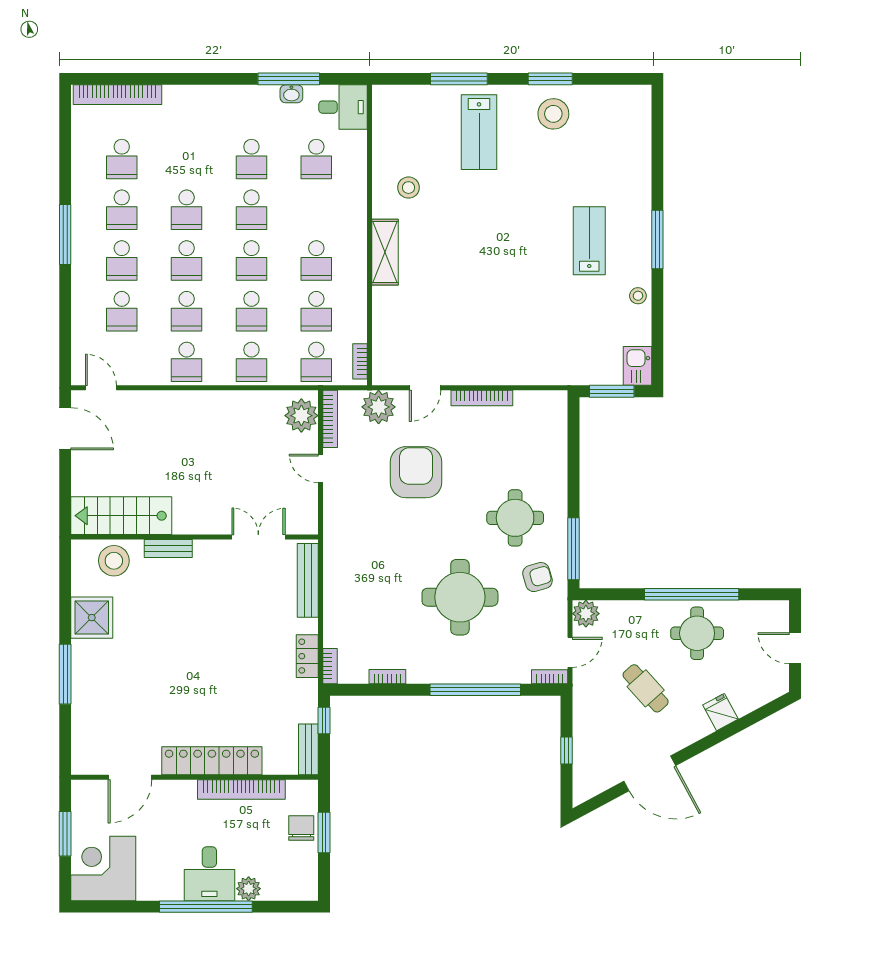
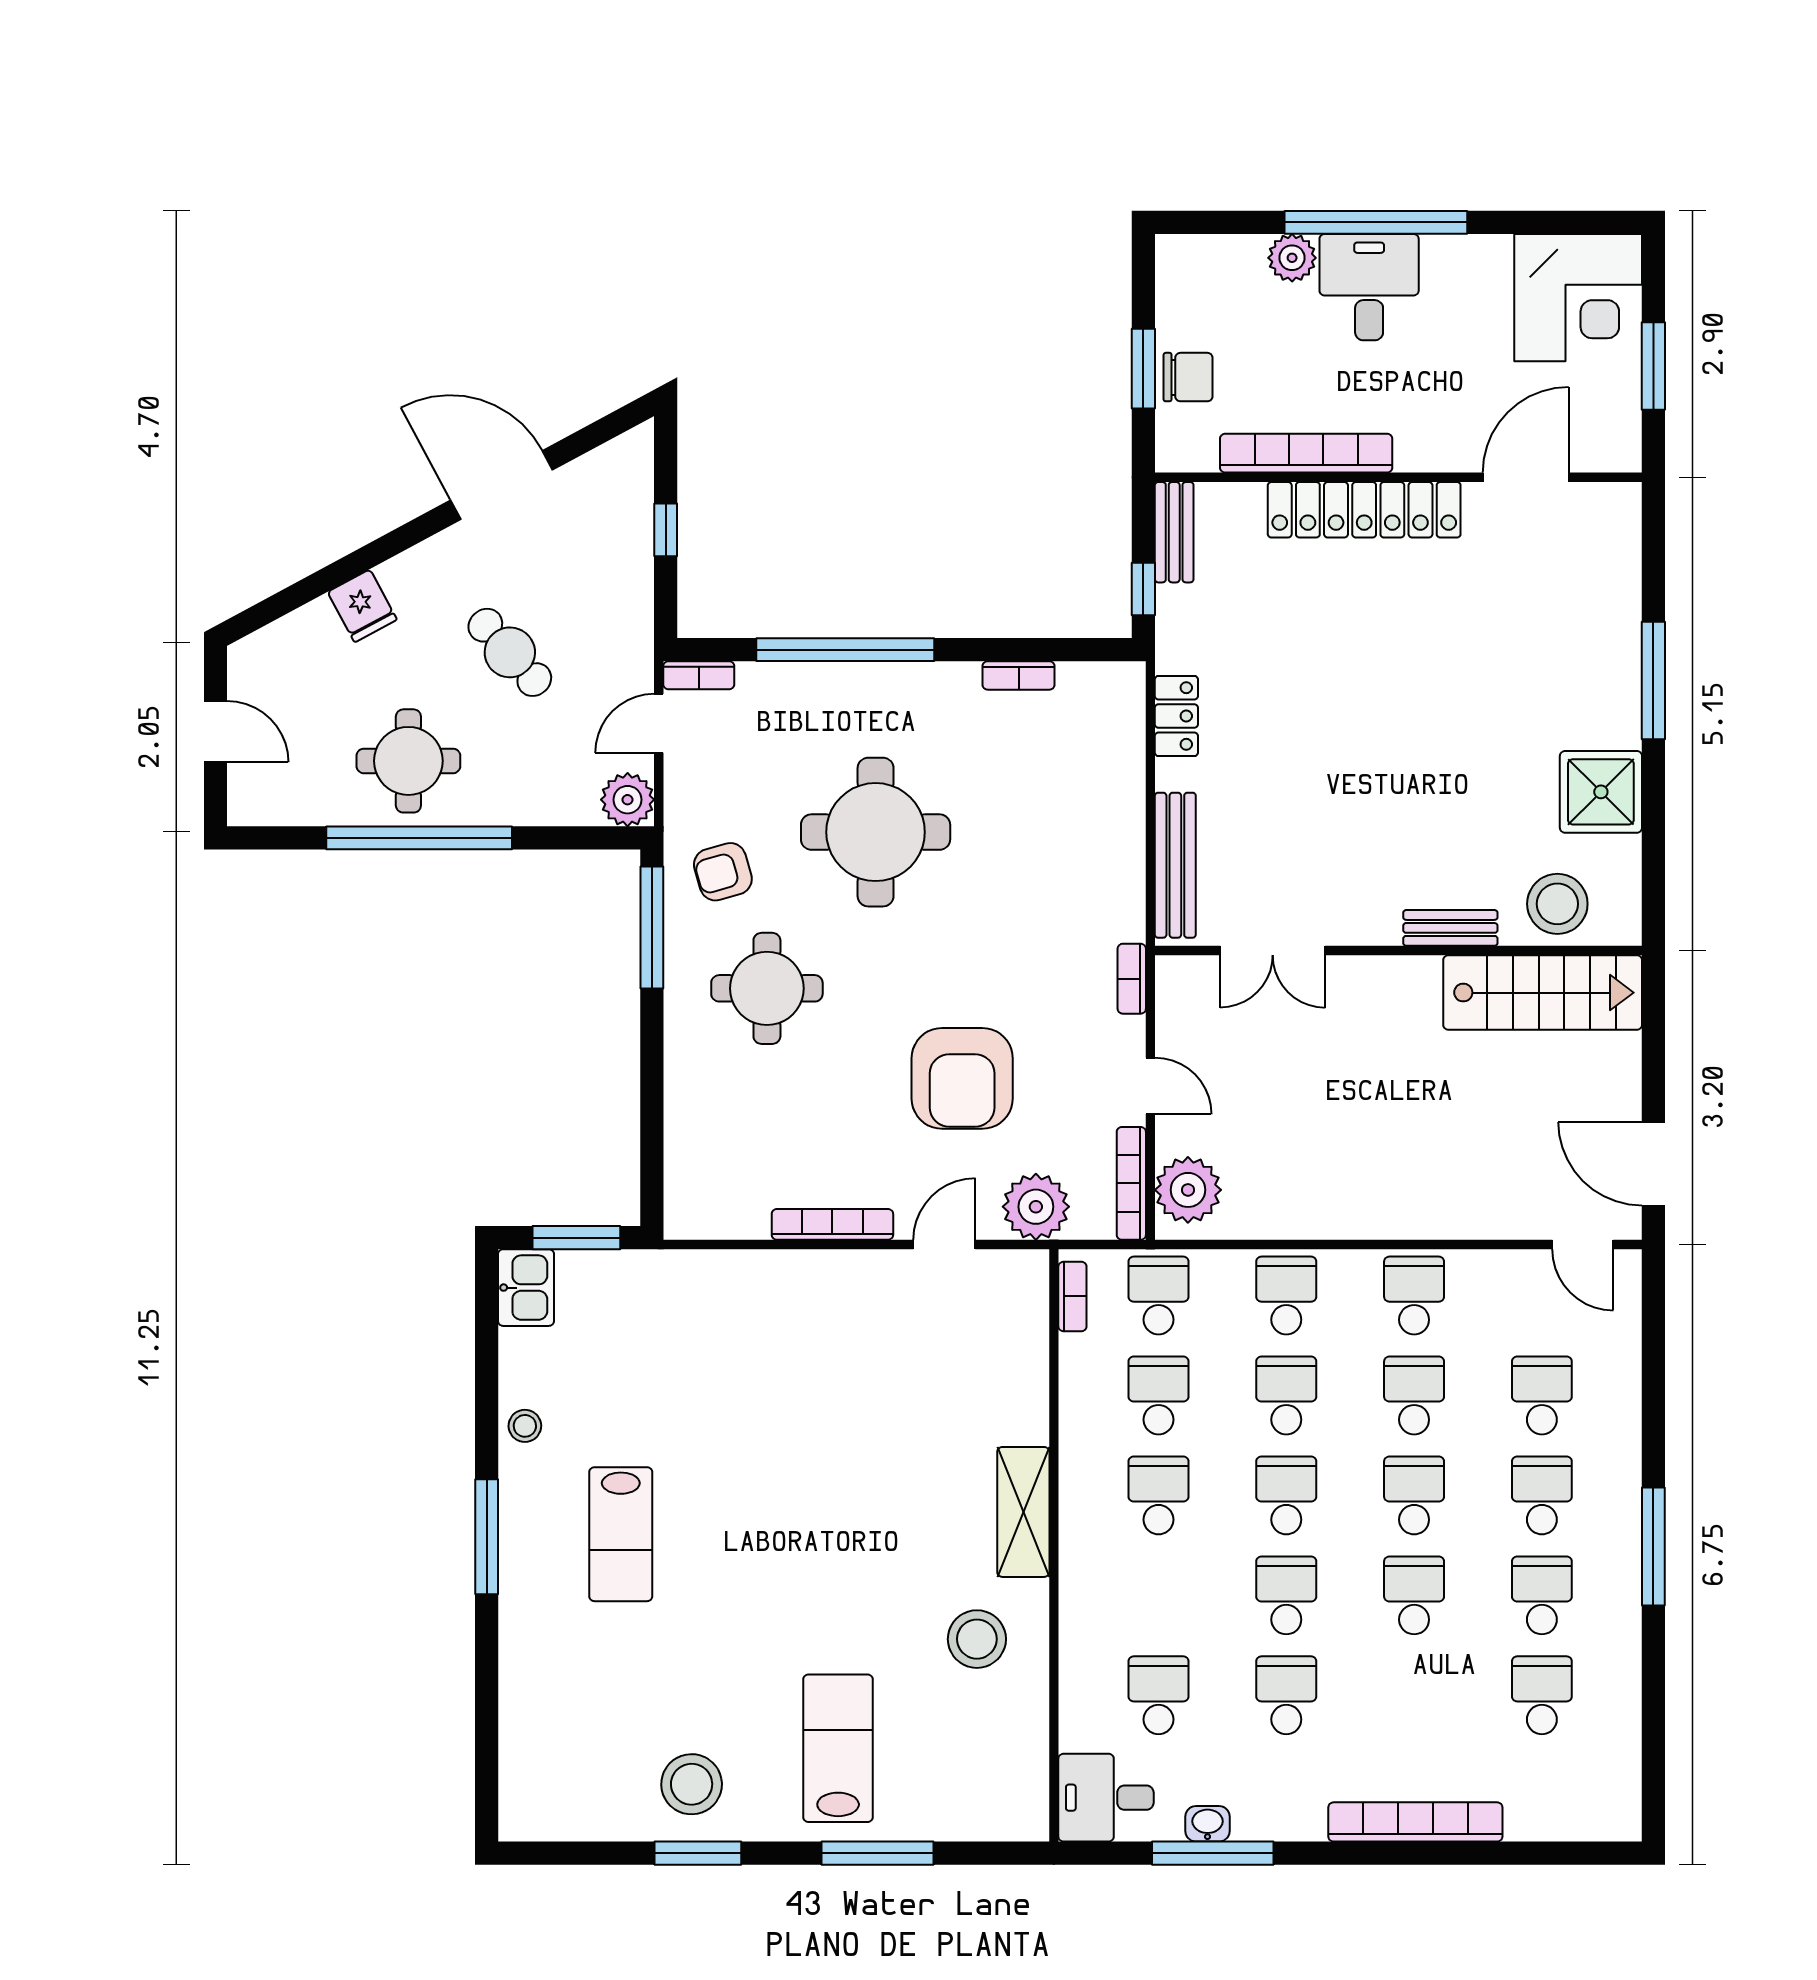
bookcase: (117, 95) -> (1415, 1822), moved
stool: (408, 188) -> (977, 1639), width x1.38, depth x1.38
bookcase: (330, 666) -> (1132, 979), moved
chair: (301, 828) -> (1188, 377), turned -90

